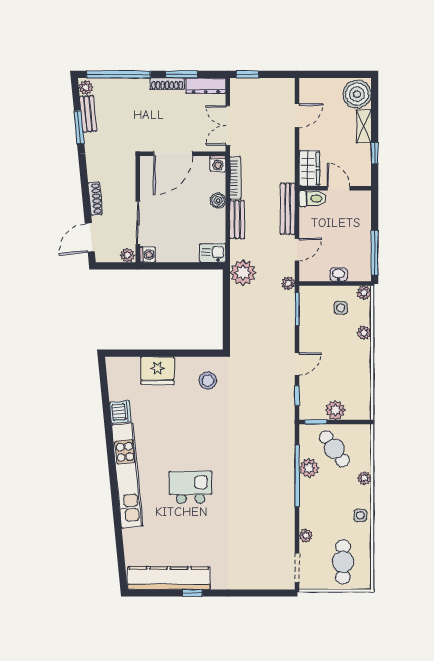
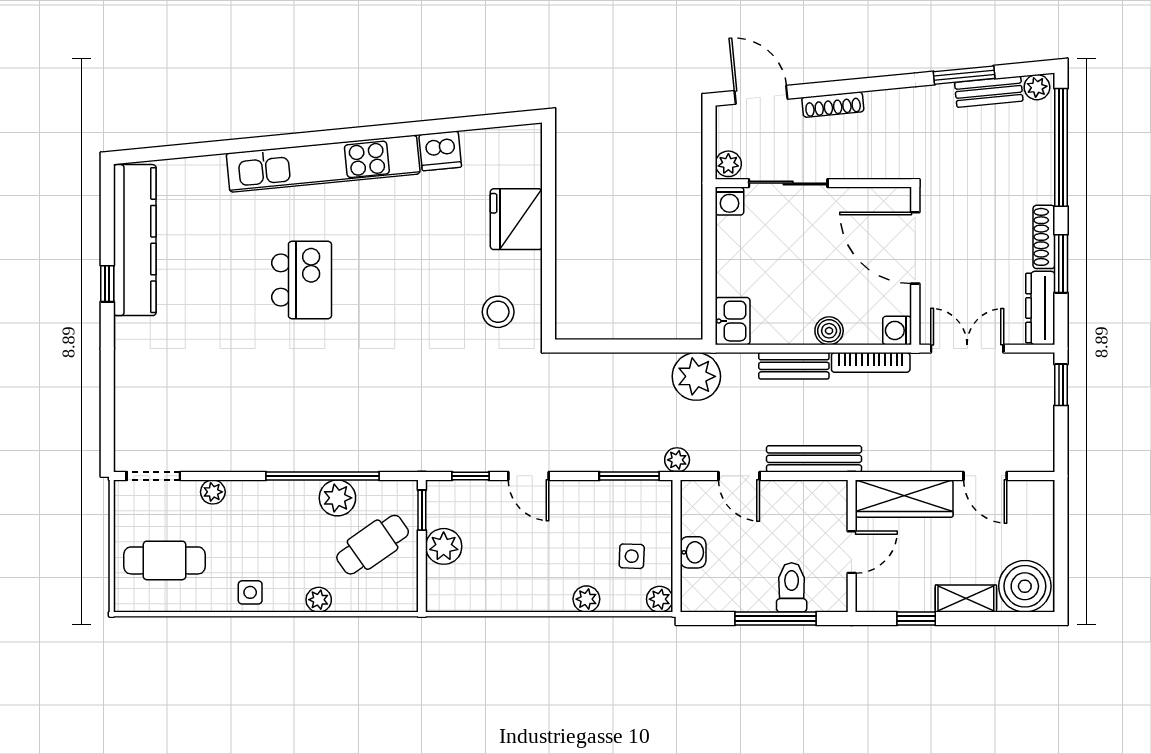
wardrobe: (309, 168) -> (905, 499), width x1.50
toilet: (313, 199) -> (792, 587), moved, turned 180
window: (375, 253) -> (776, 619), moved

